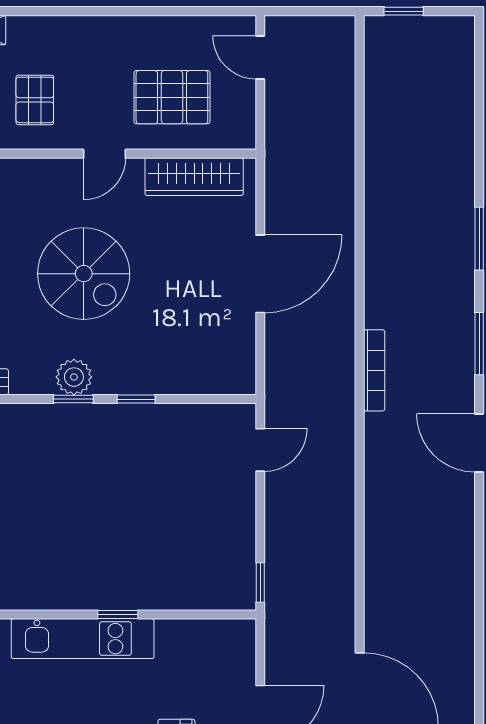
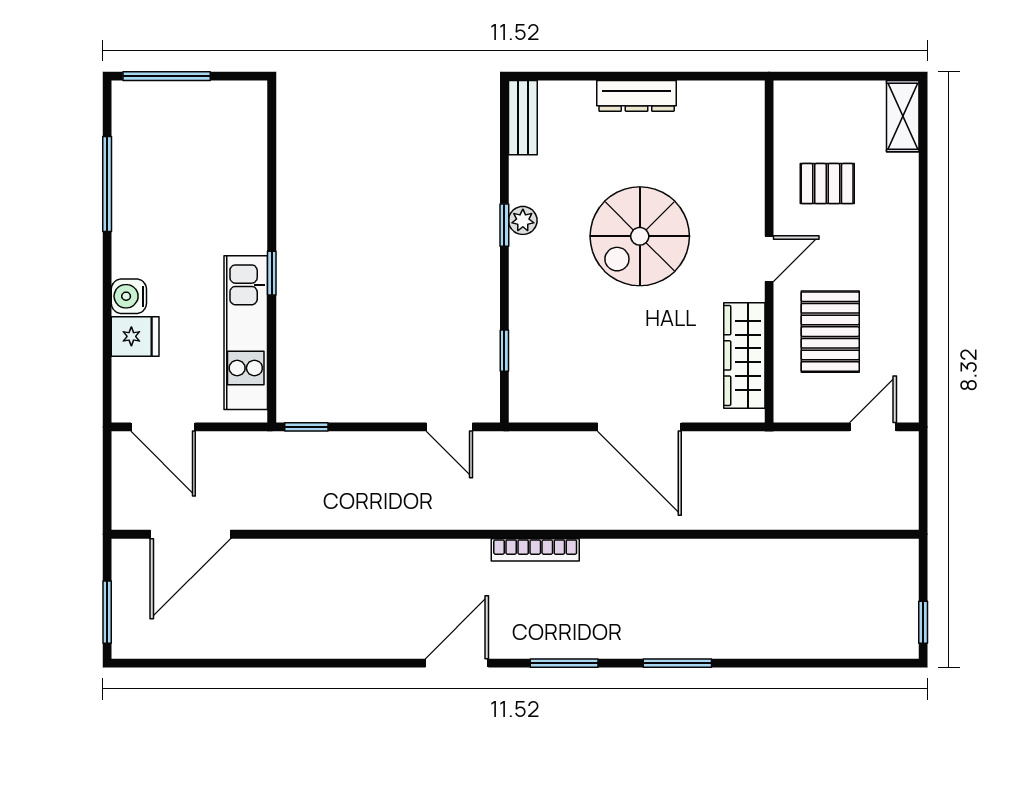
window: (404, 11) -> (923, 622), moved
door: (104, 154) -> (769, 259), swing flipped
plant: (74, 377) -> (523, 220), width x0.73, depth x0.73
window: (136, 399) -> (504, 351), moved
kitchen unit: (83, 639) -> (246, 333), moved

